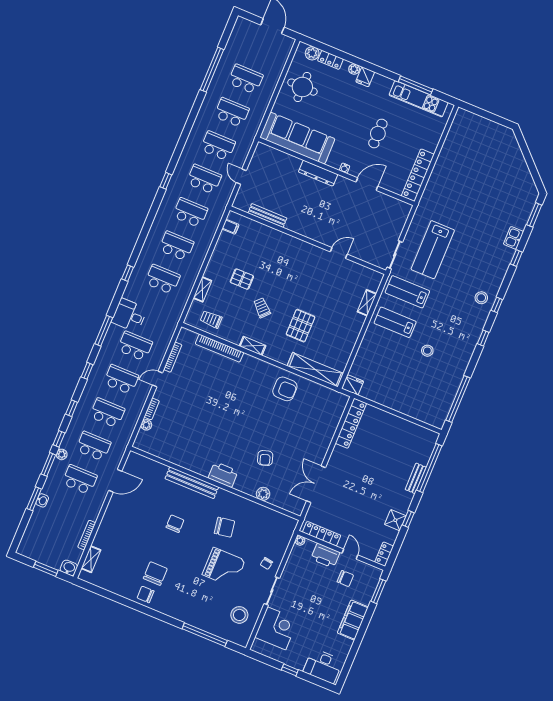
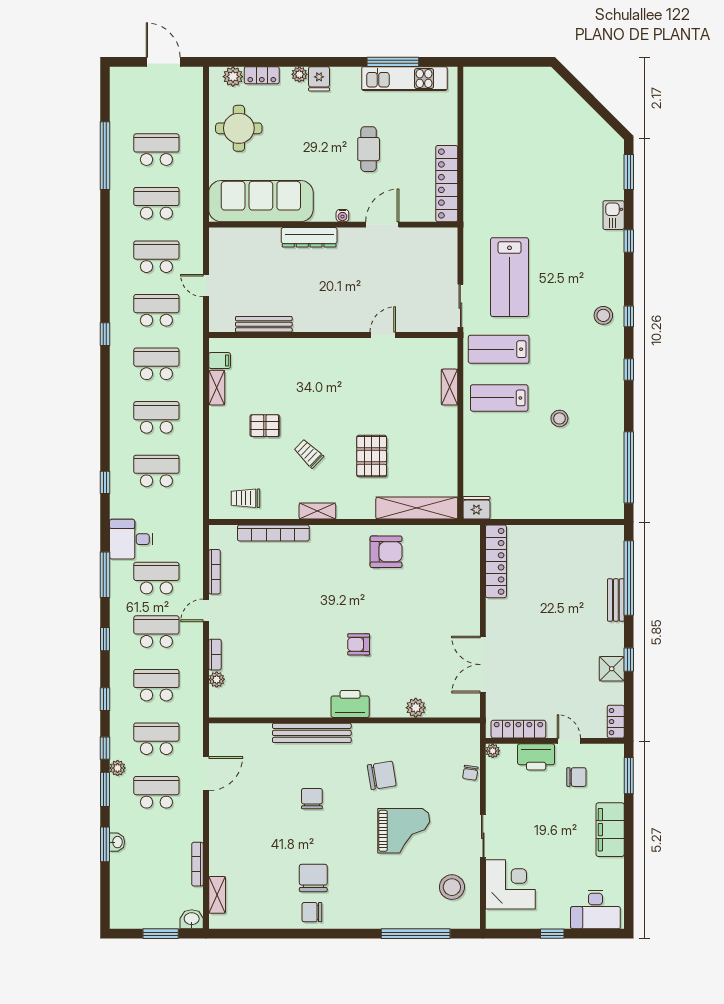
shelving: (202, 289) -> (217, 388), moved
armchair: (265, 458) -> (359, 644), moved, turned 107
chair: (266, 563) -> (470, 773), moved

